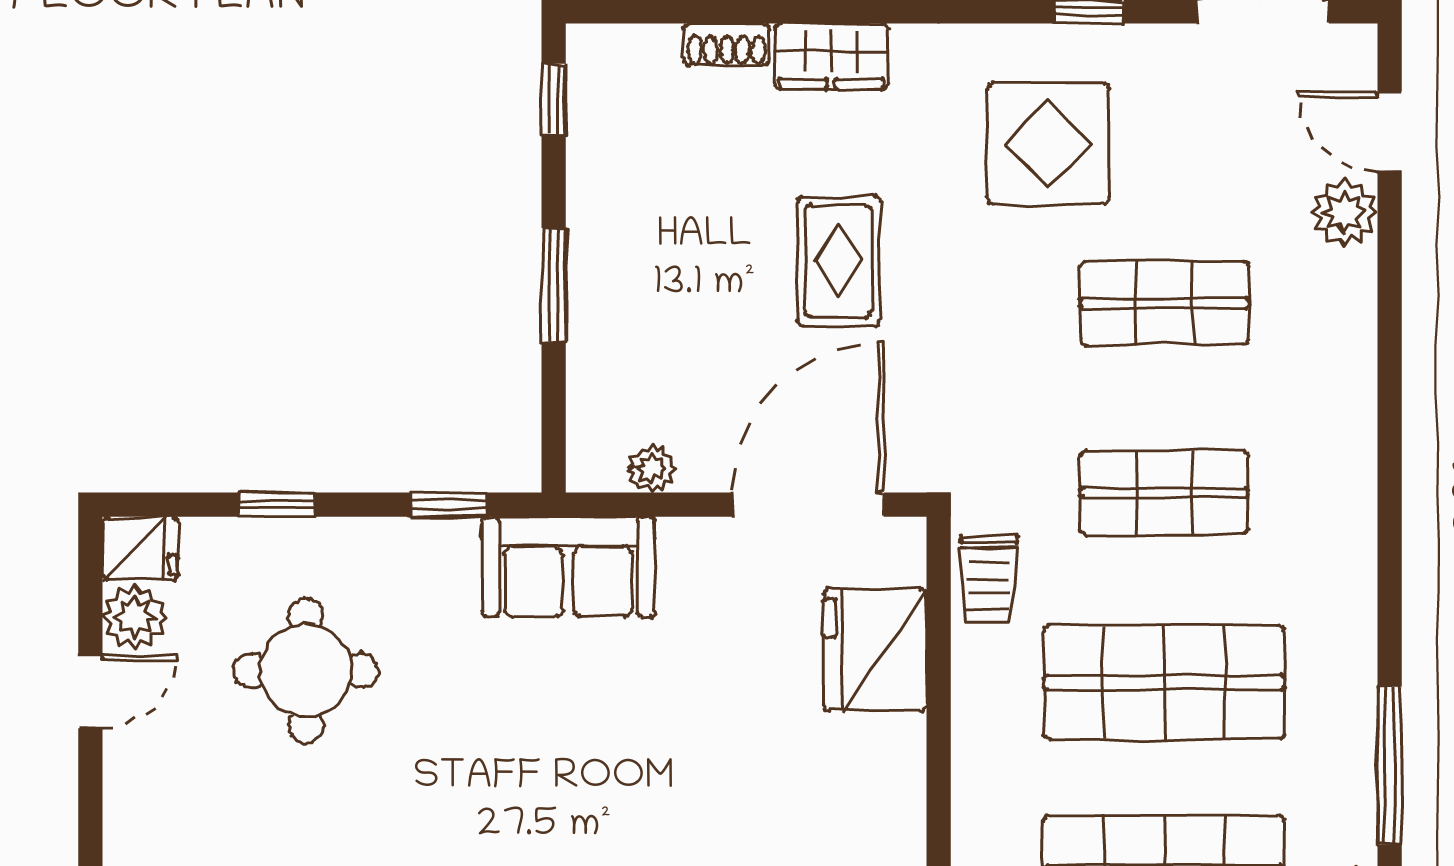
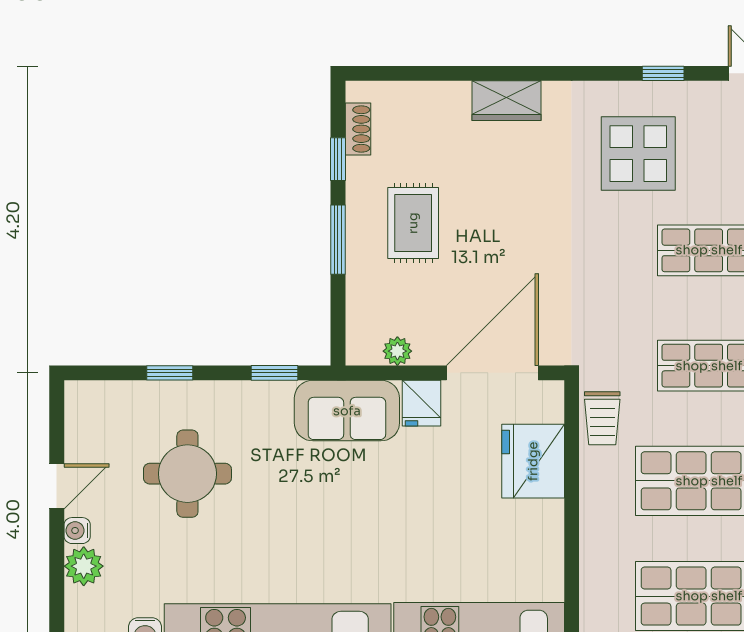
shoe rack: (727, 44) -> (358, 129), moved, turned -90
window: (554, 99) -> (338, 159), moved
rug: (838, 261) -> (413, 223), moved
fridge: (140, 548) -> (422, 403), moved, turned 90
plant: (135, 617) -> (84, 566), moved
water cooler: (124, 764) -> (77, 531), added

